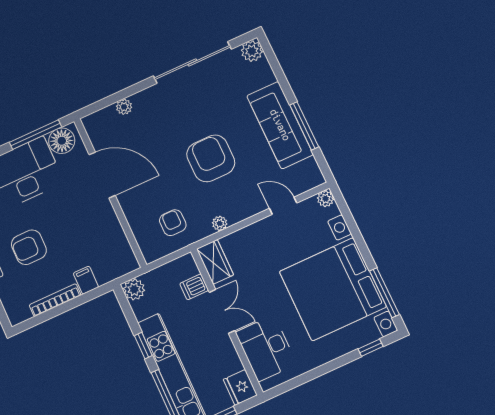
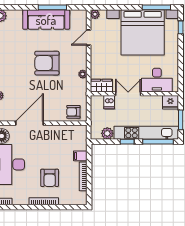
armchair: (173, 223) -> (73, 112), moved
plant: (134, 289) -> (107, 133), moved

